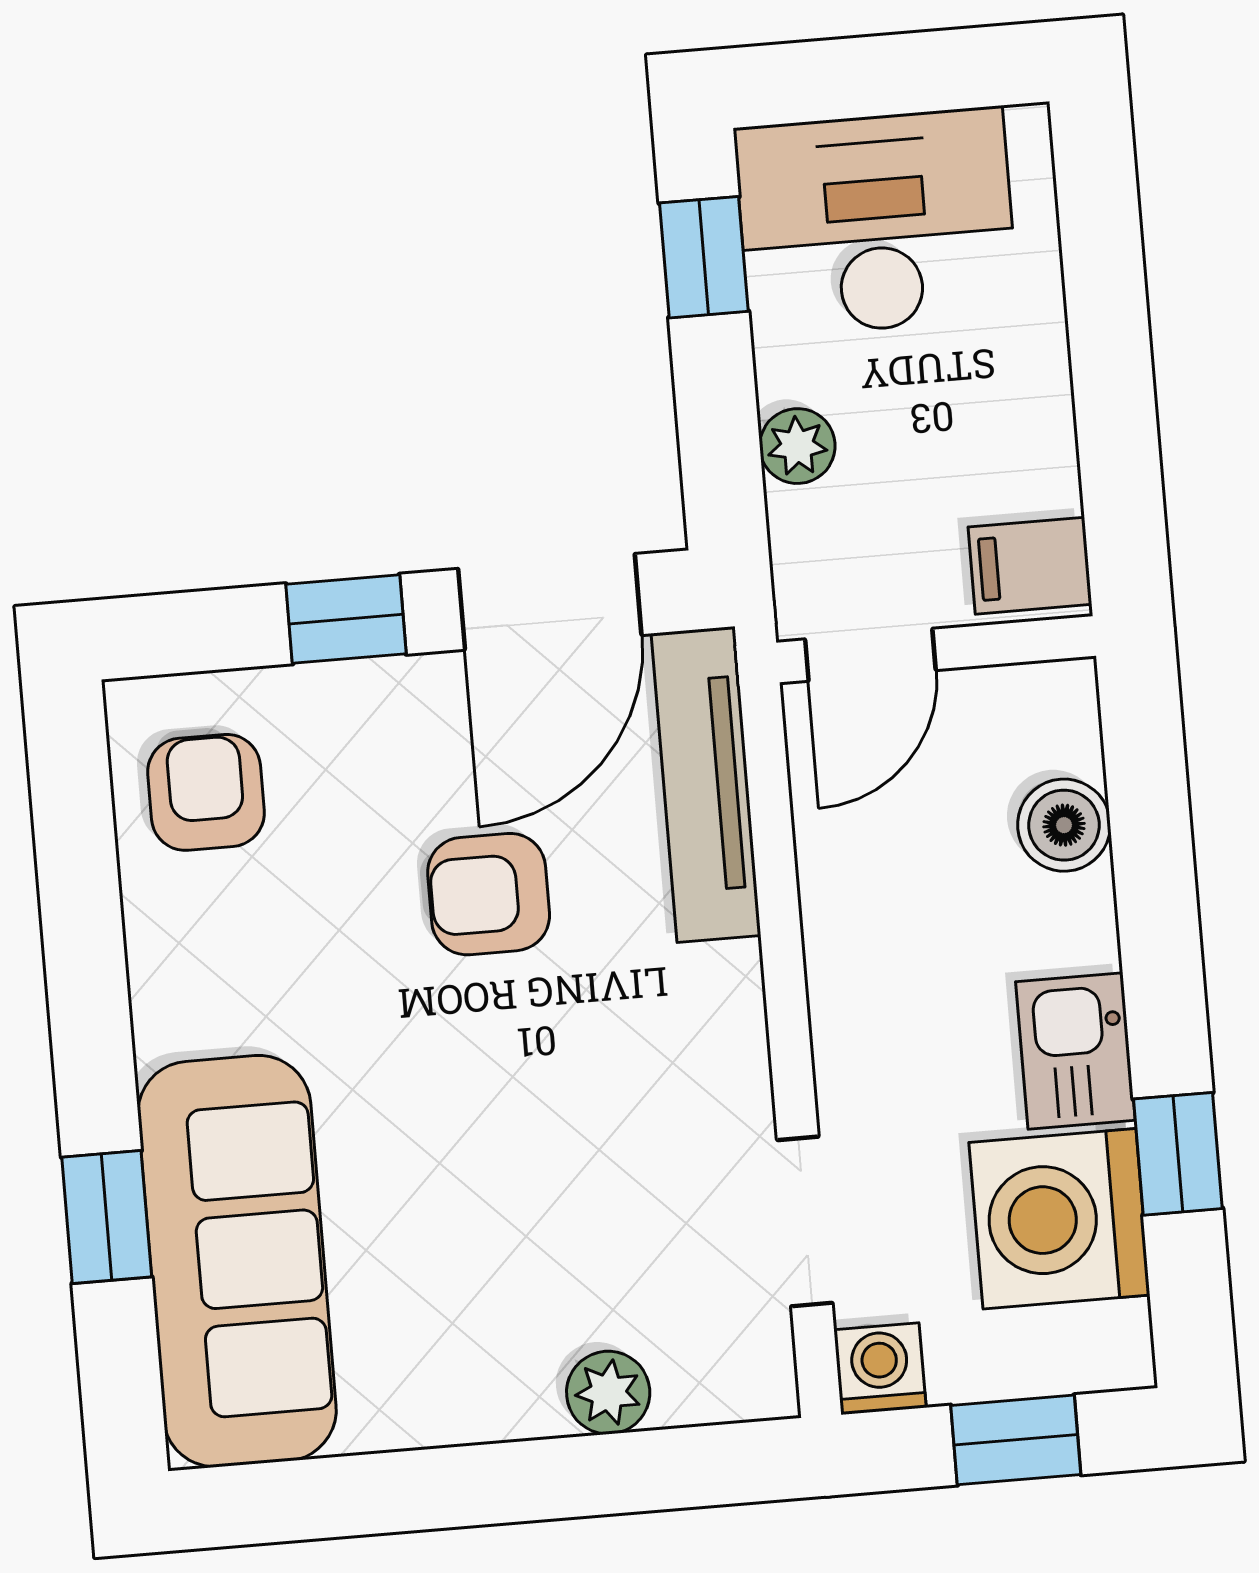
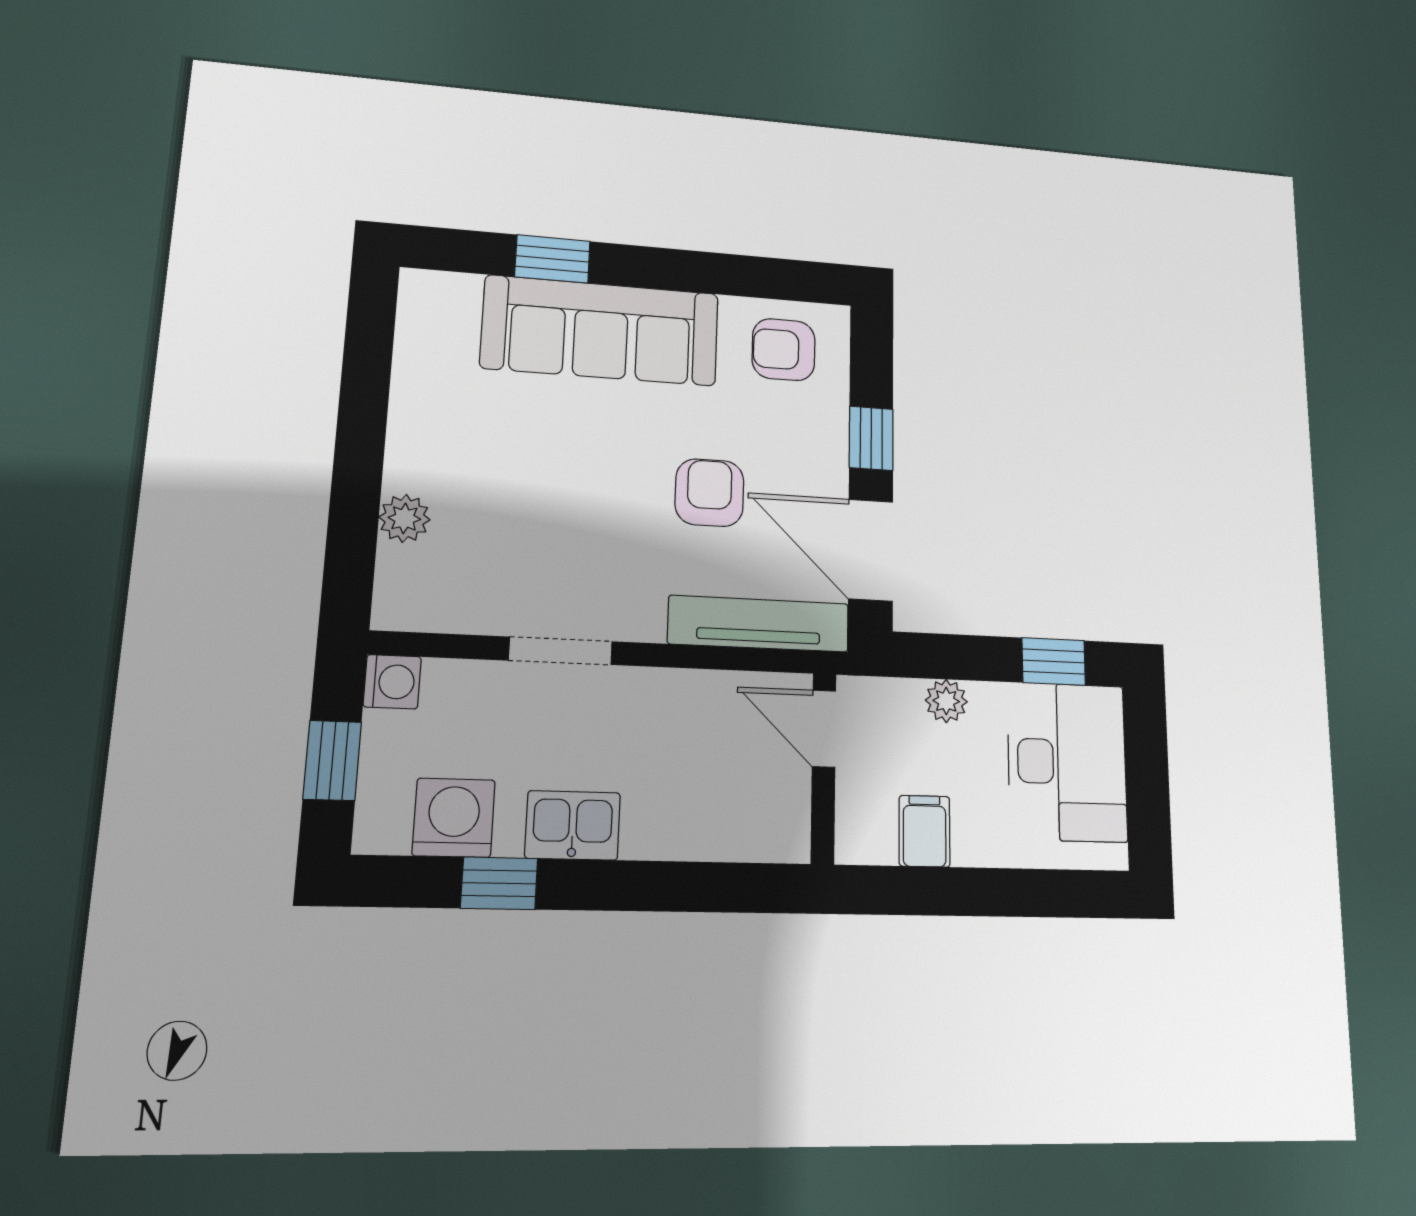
filing cabinet: (1030, 566) -> (925, 831), moved
armchair: (206, 792) -> (784, 350), turned 180
boiler: (1064, 825) -> (712, 833), removed
washing machine: (1059, 1219) -> (454, 818), width x0.73, depth x0.73
doorway: (805, 1221) -> (560, 651), moved
sofa: (237, 1261) -> (601, 330), moved

